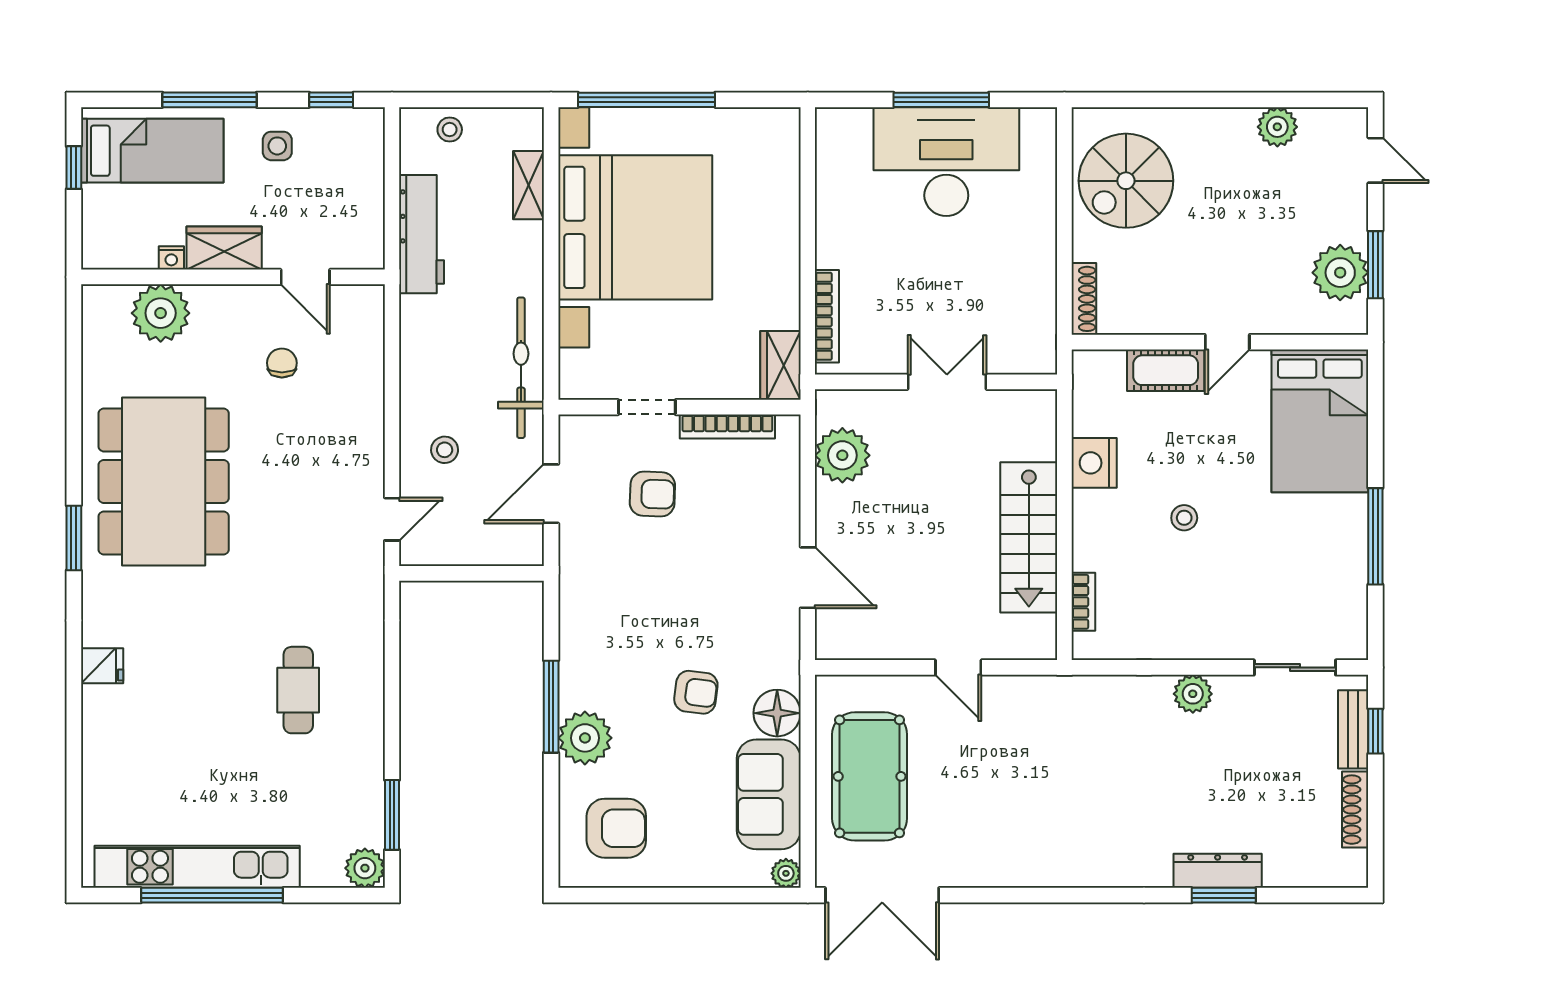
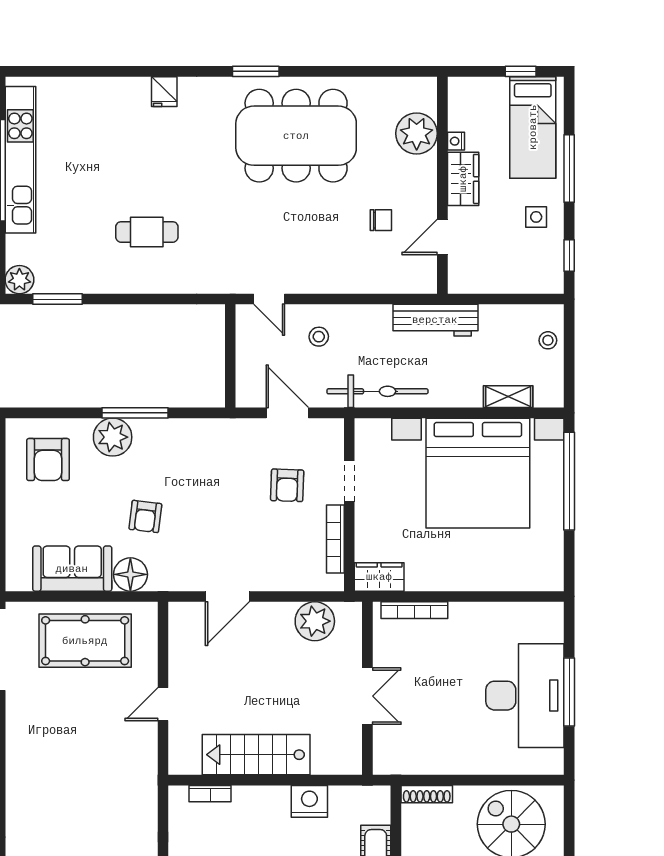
workbench: (422, 234) -> (435, 320), moved
plant: (786, 873) -> (16, 581), removed

